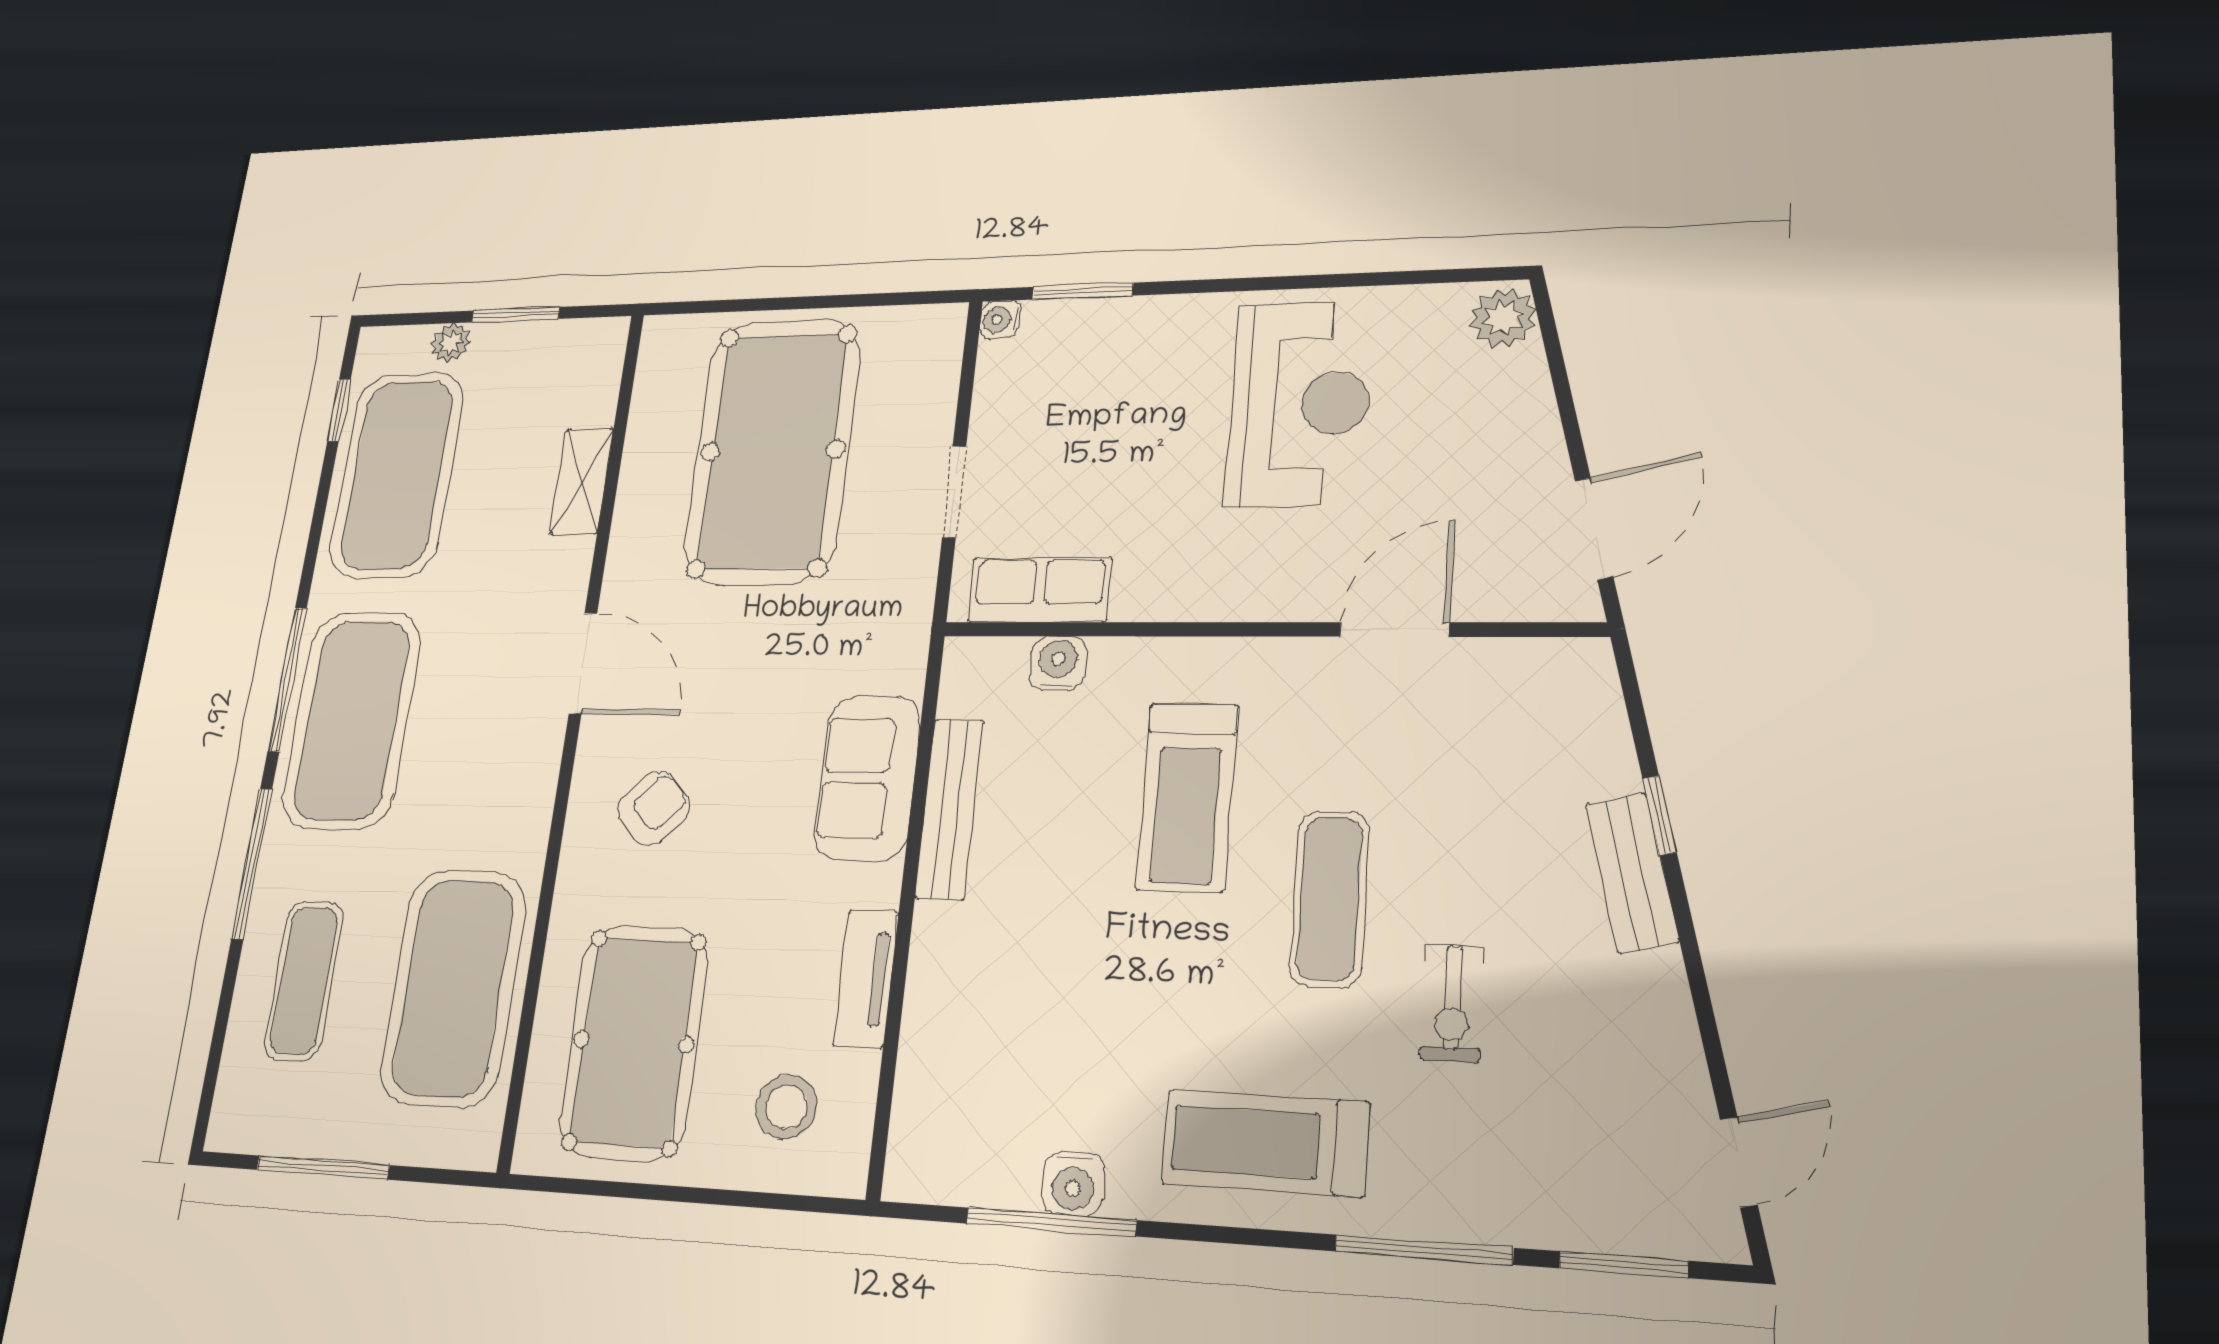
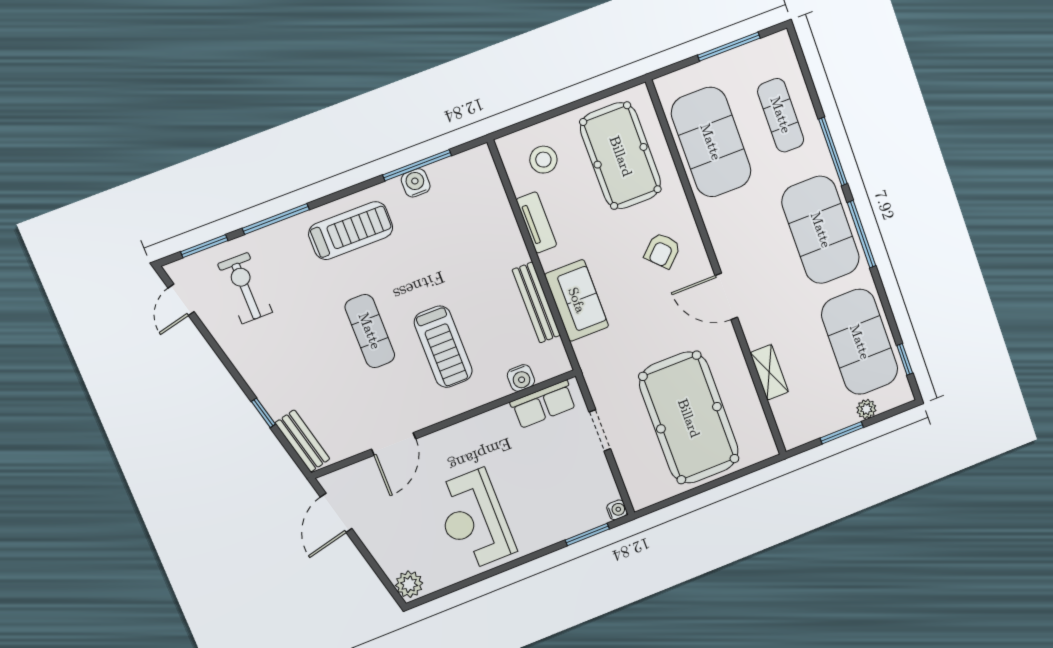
treadmill: (1187, 797) -> (443, 347), turned 180
bench: (1632, 873) -> (302, 441), moved
exercise bike: (1452, 1003) -> (245, 288), moved, width x1.38, depth x1.39

